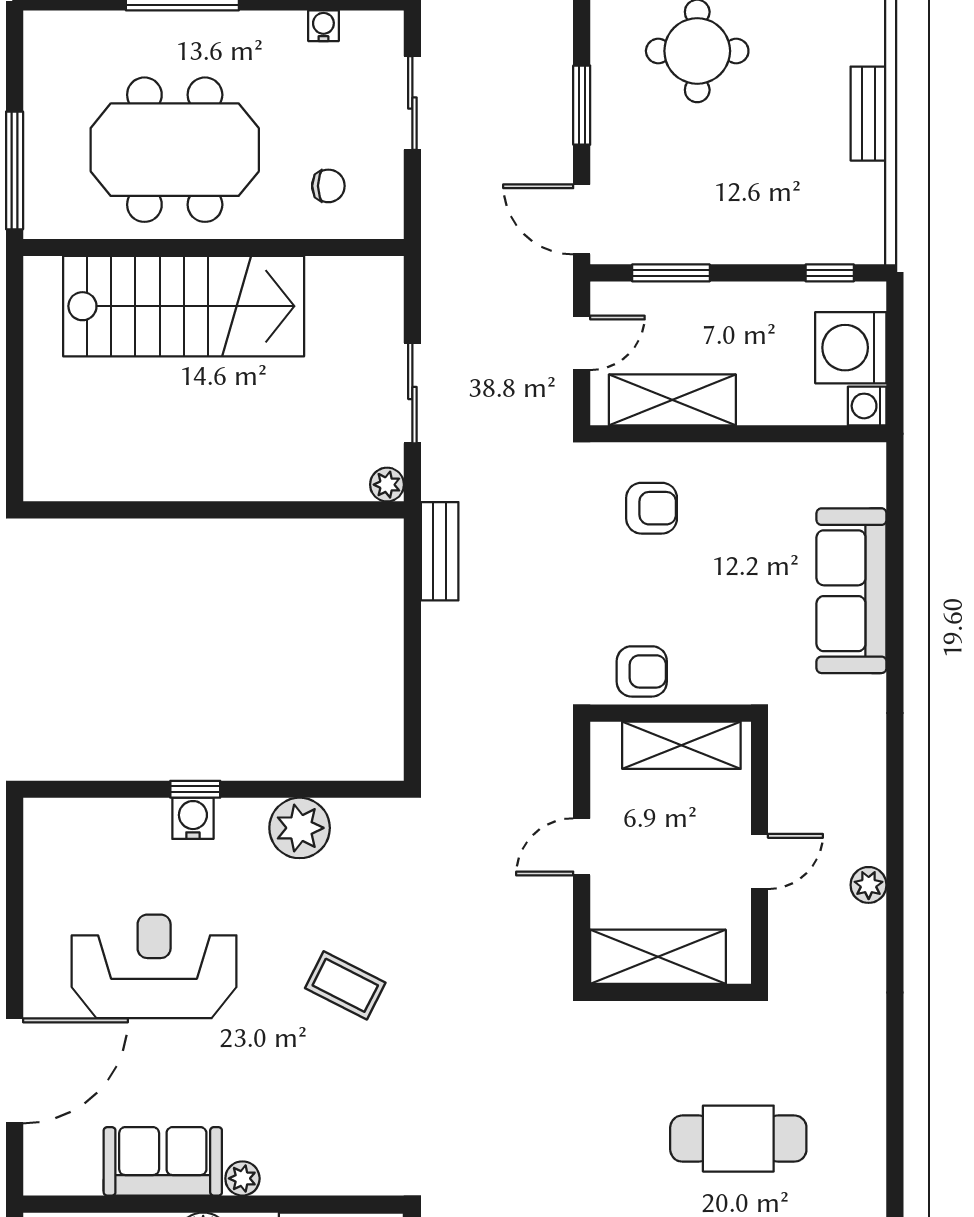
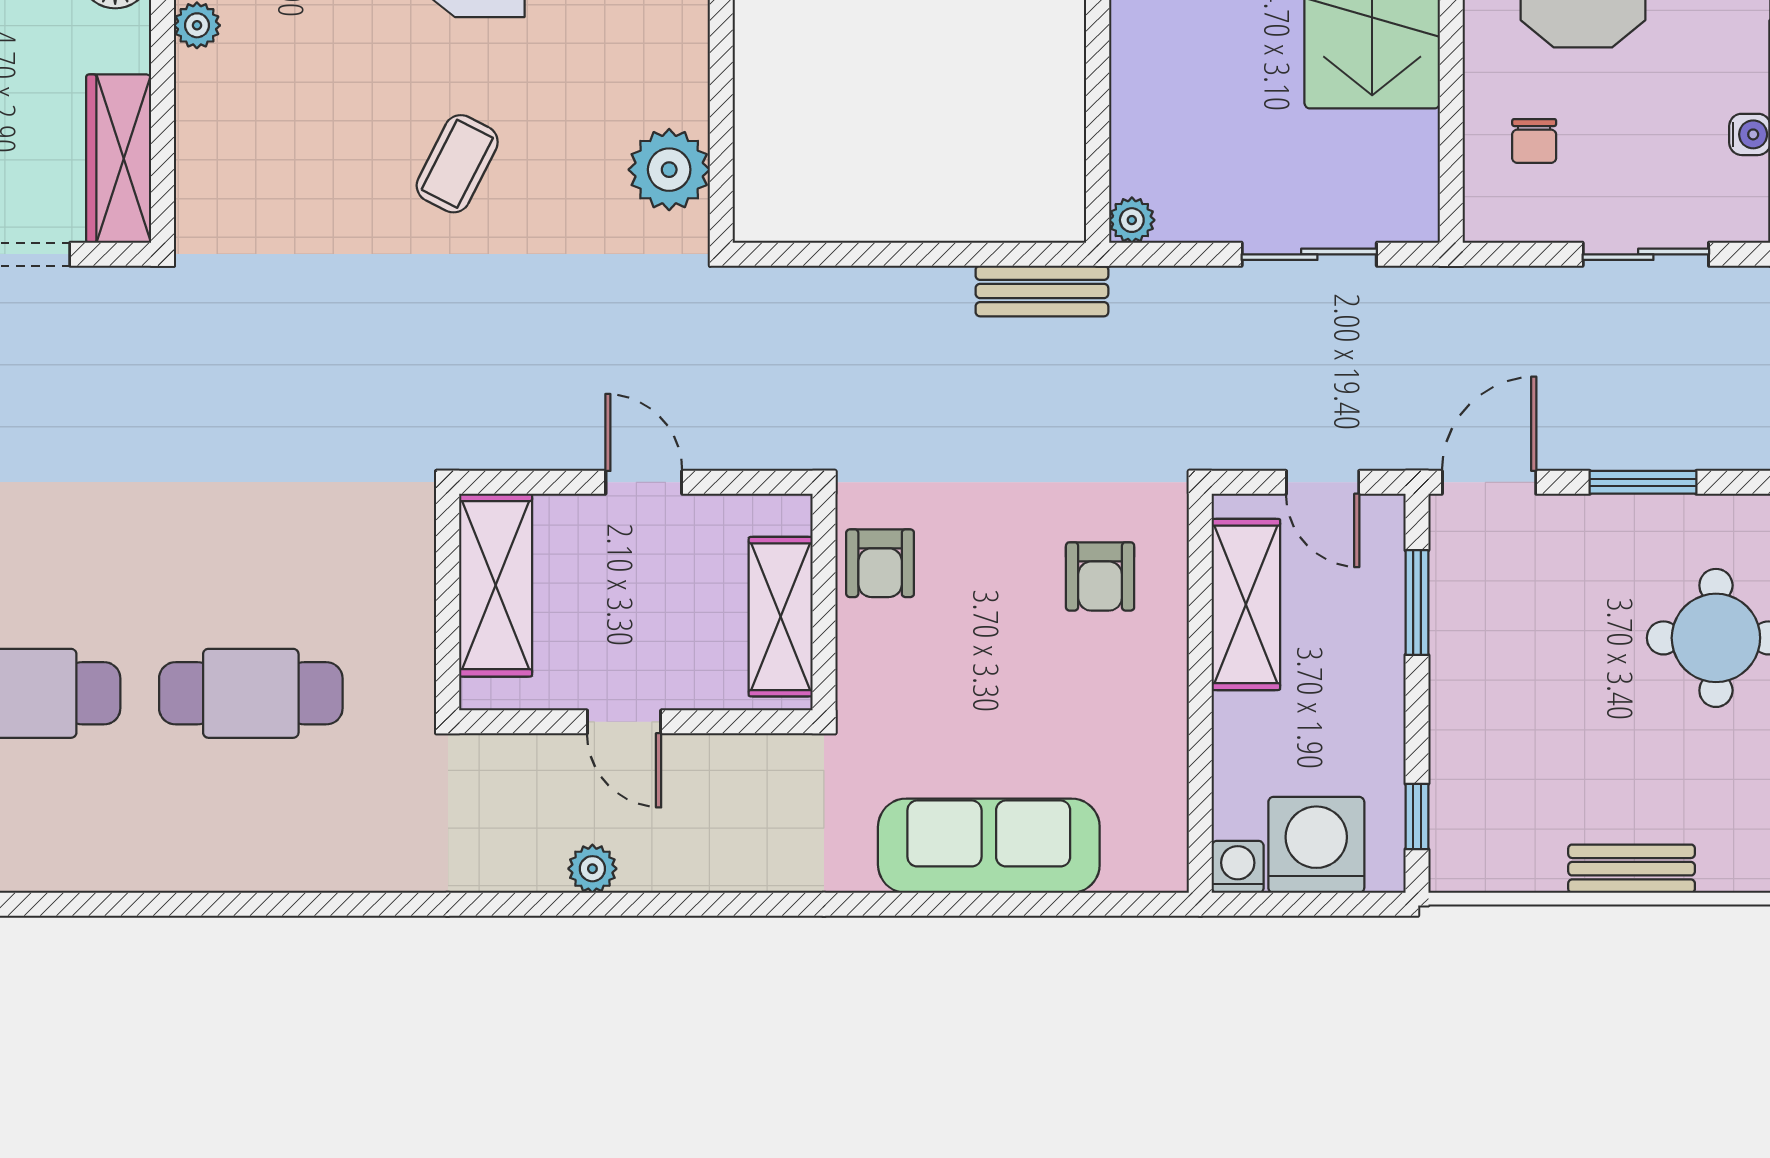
sliding door: (412, 393) -> (1309, 254), moved
plant: (300, 828) -> (669, 170), moved
cafe table: (738, 1139) -> (251, 693), turned 90

